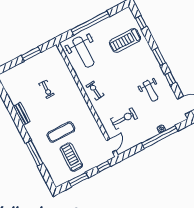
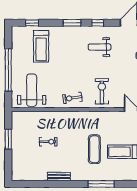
weight bench: (83, 52) -> (32, 90), turned -90
weight bench: (150, 91) -> (100, 47), turned 180
exercise bike: (124, 119) -> (102, 91), moved

